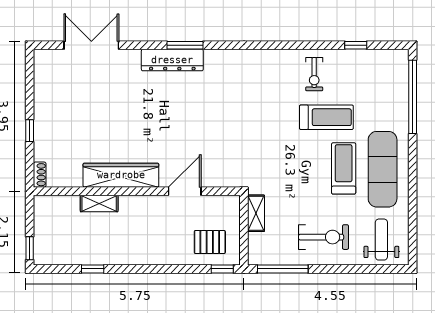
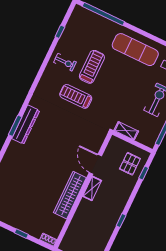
dresser: (172, 60) -> (26, 125), moved
treadmill: (344, 168) -> (76, 96), moved
shelving: (99, 203) -> (92, 188), moved
window: (93, 269) -> (121, 221), moved
window: (222, 269) -> (144, 173), moved

